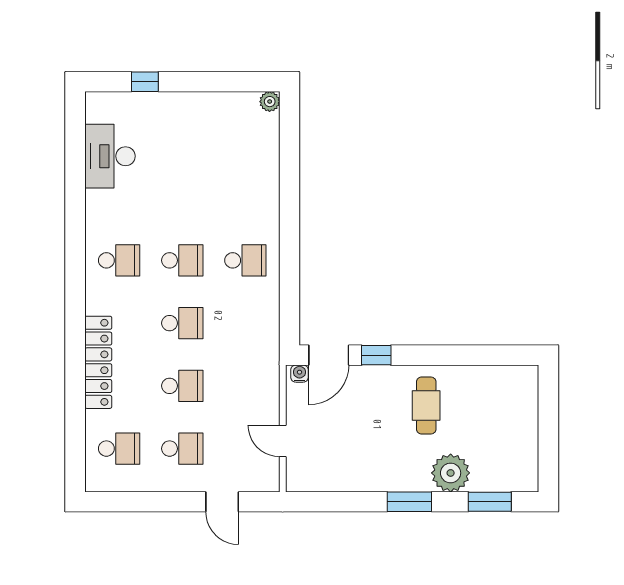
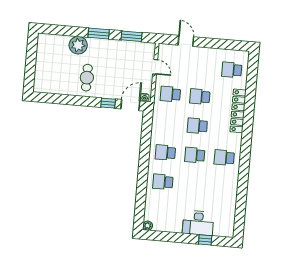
desk: (110, 156) -> (198, 223), moved, turned 90
school desk: (245, 198) -> (163, 182), added
school desk: (182, 449) -> (170, 94), moved
window: (490, 502) -> (131, 36), moved

